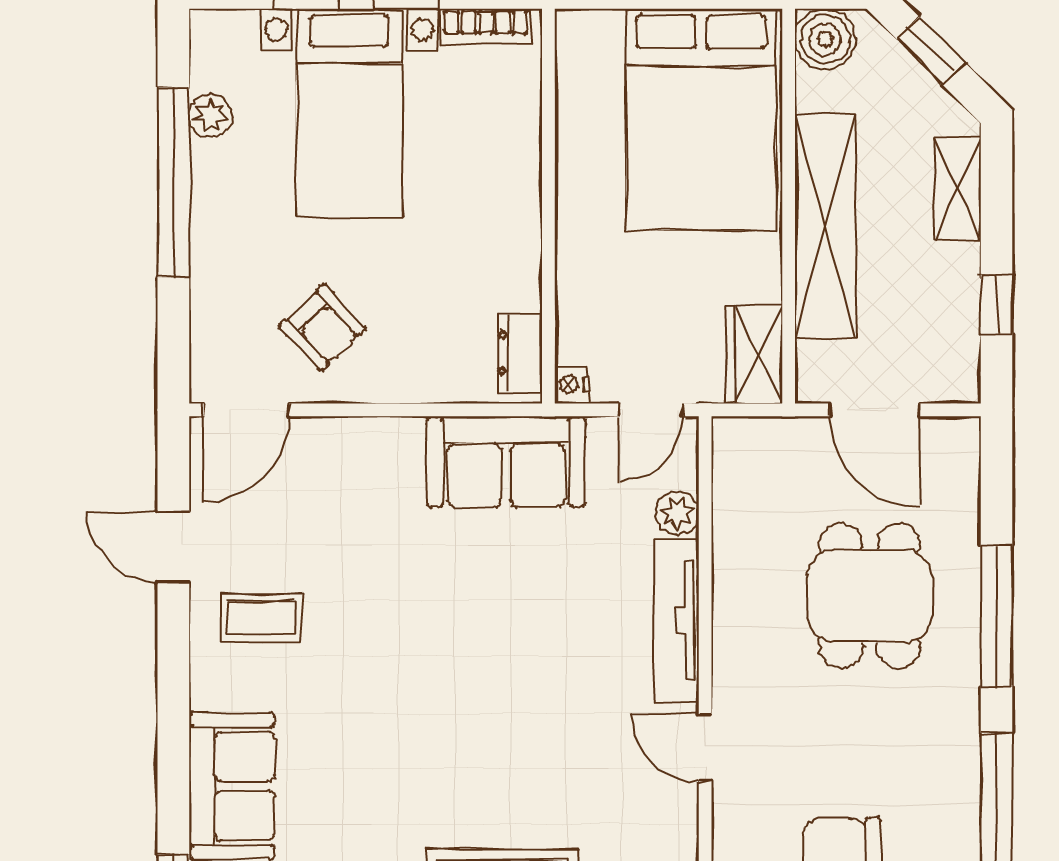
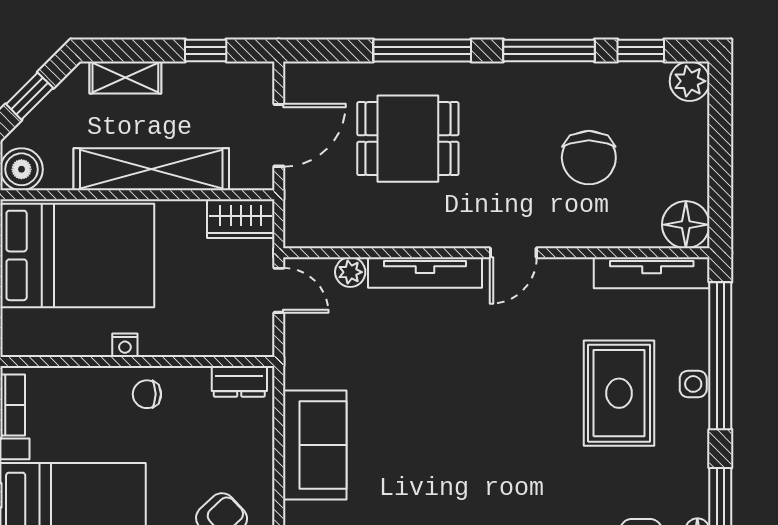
chair: (501, 220) -> (147, 394), added
nightstand: (572, 385) -> (125, 345), moved
sofa: (506, 462) -> (315, 445), moved

